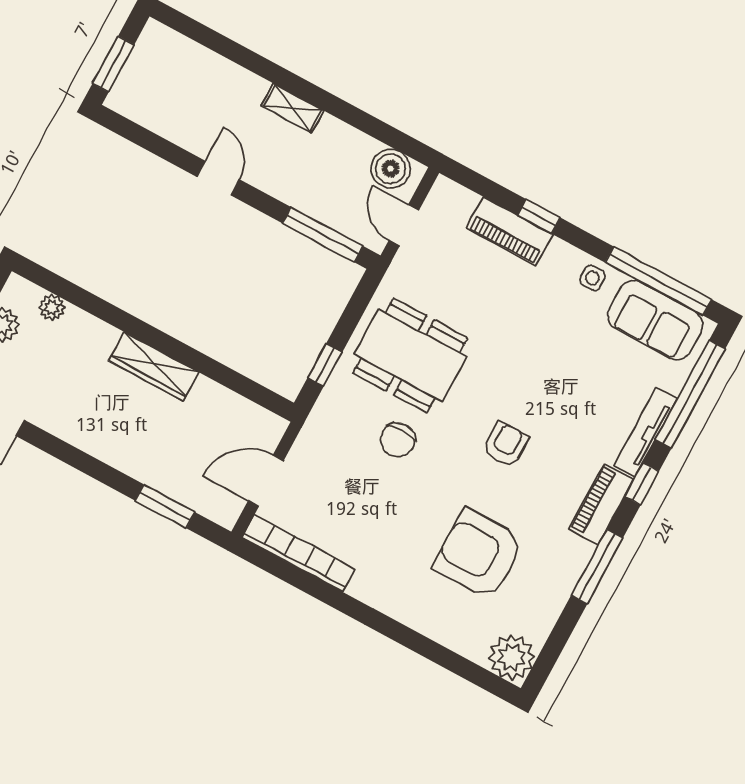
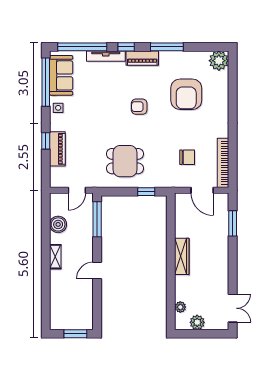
boiler: (391, 169) -> (58, 224), moved
dining table: (410, 355) -> (125, 161), width x0.73
chair: (398, 440) -> (187, 157), moved

